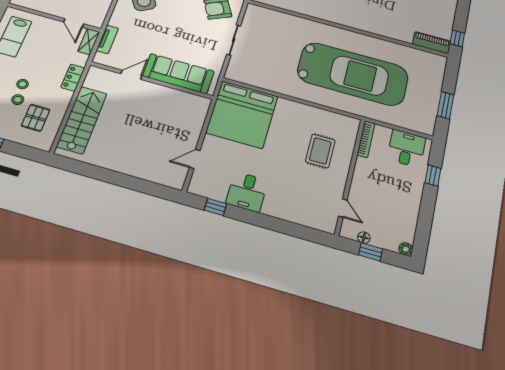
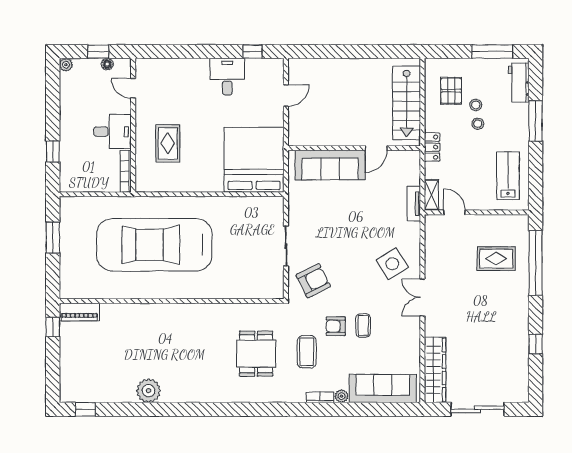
sofa: (178, 74) -> (330, 165), moved
door: (131, 75) -> (376, 148), moved
wall: (151, 80) -> (354, 148), moved
desk: (406, 148) -> (112, 132), moved, turned -90

